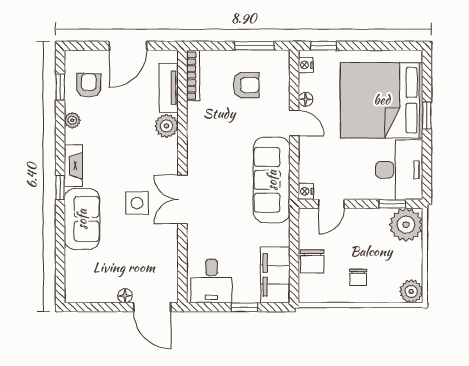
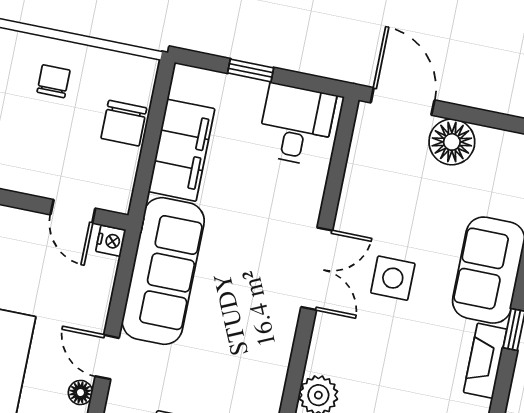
door: (331, 204) -> (73, 211), swing flipped
chair: (312, 261) -> (124, 123), turned 180
filing cabinet: (275, 275) -> (182, 150), moved
floor lamp: (125, 296) -> (452, 142), width x1.89, depth x1.89

